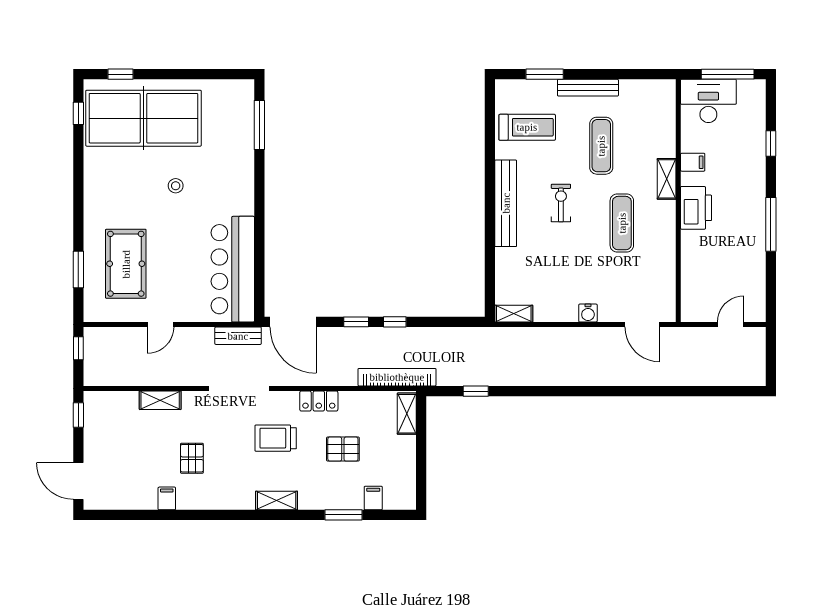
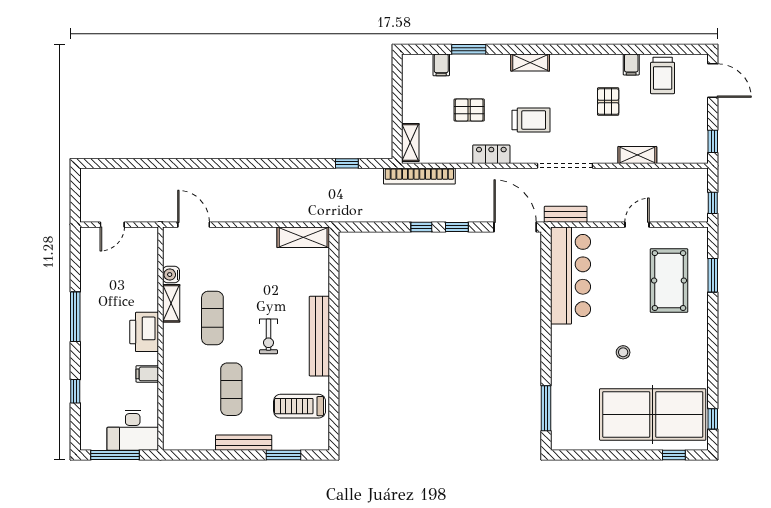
shelving: (667, 179) -> (171, 303), moved
water cooler: (588, 313) -> (171, 275), moved, turned -90
shelving: (514, 314) -> (303, 237), width x1.50, depth x1.33
trolley: (133, 487) -> (663, 75), added

